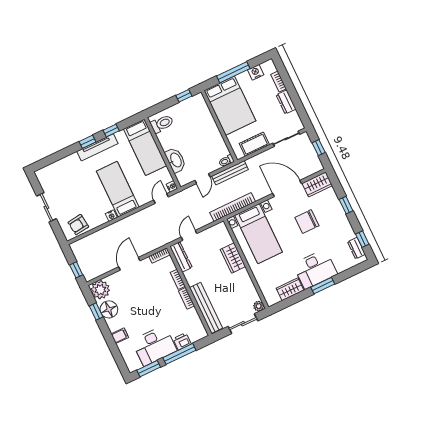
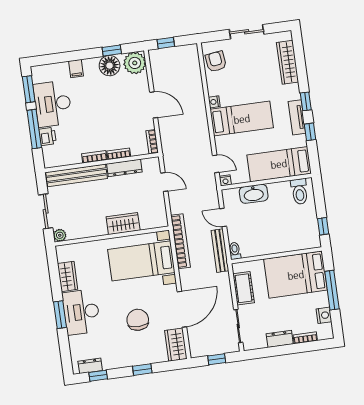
tv unit: (97, 147) -> (297, 117), width x0.71
wardrobe: (61, 166) -> (288, 62), added
dresser: (181, 257) -> (124, 168), moved

